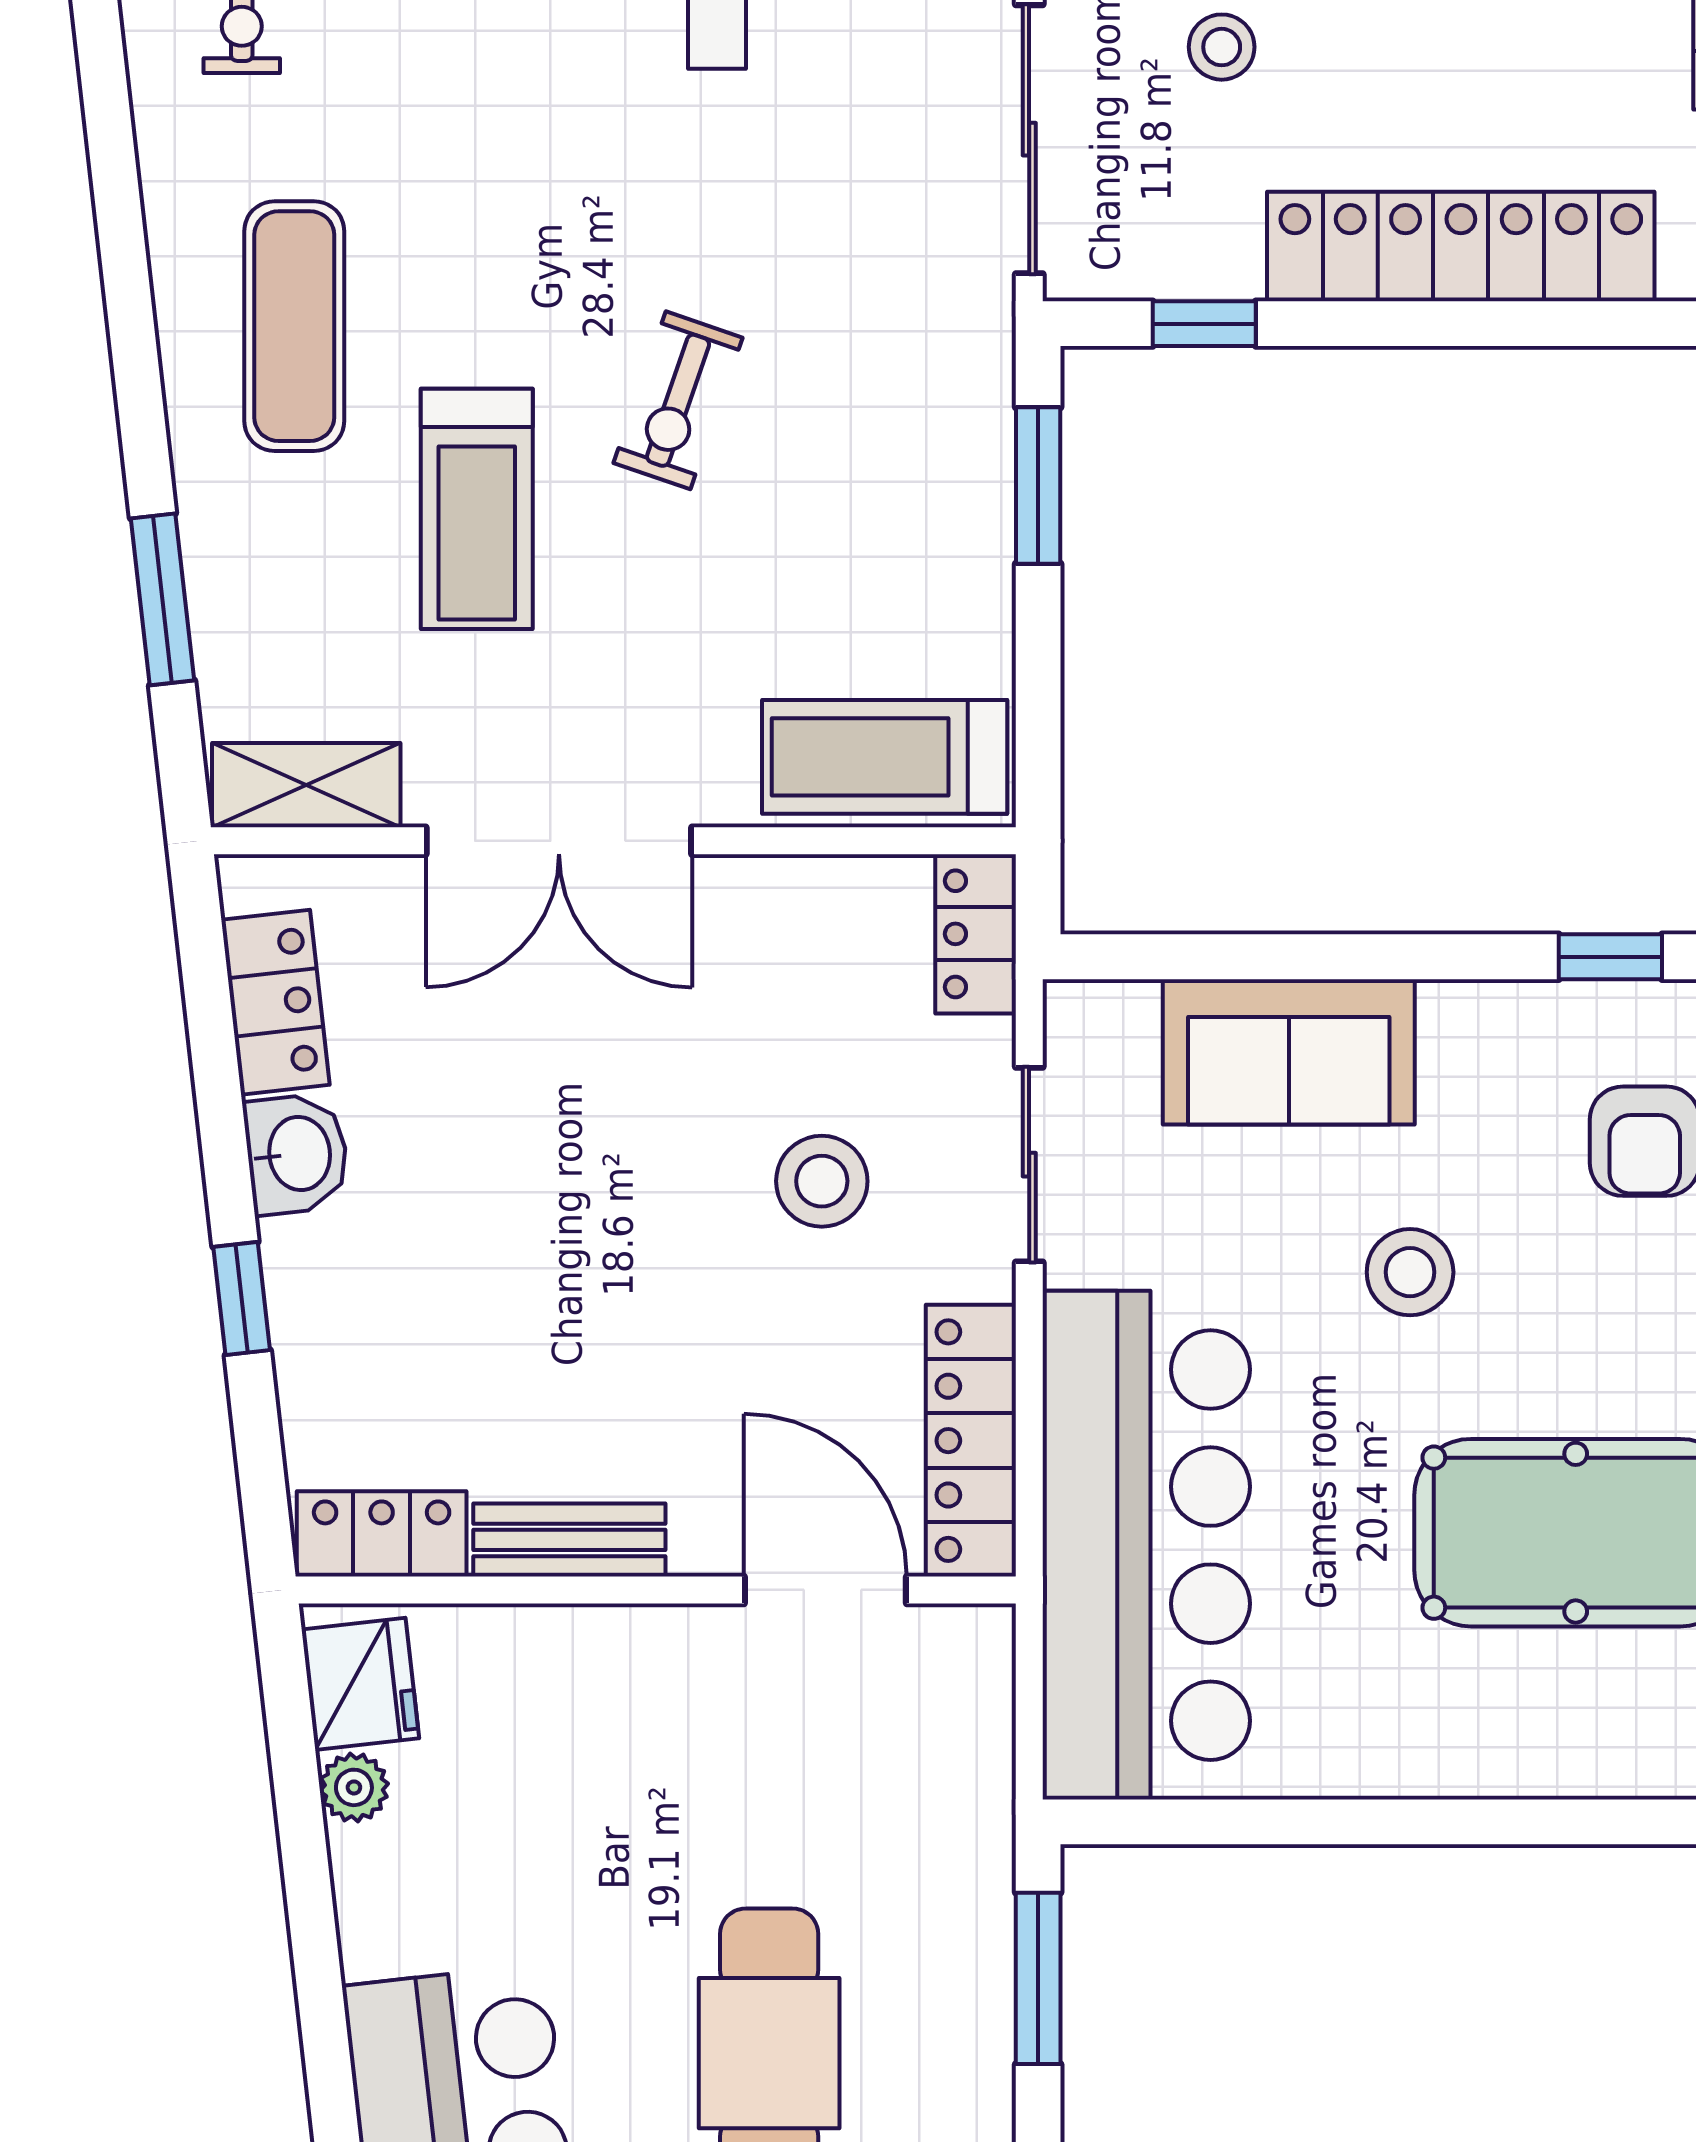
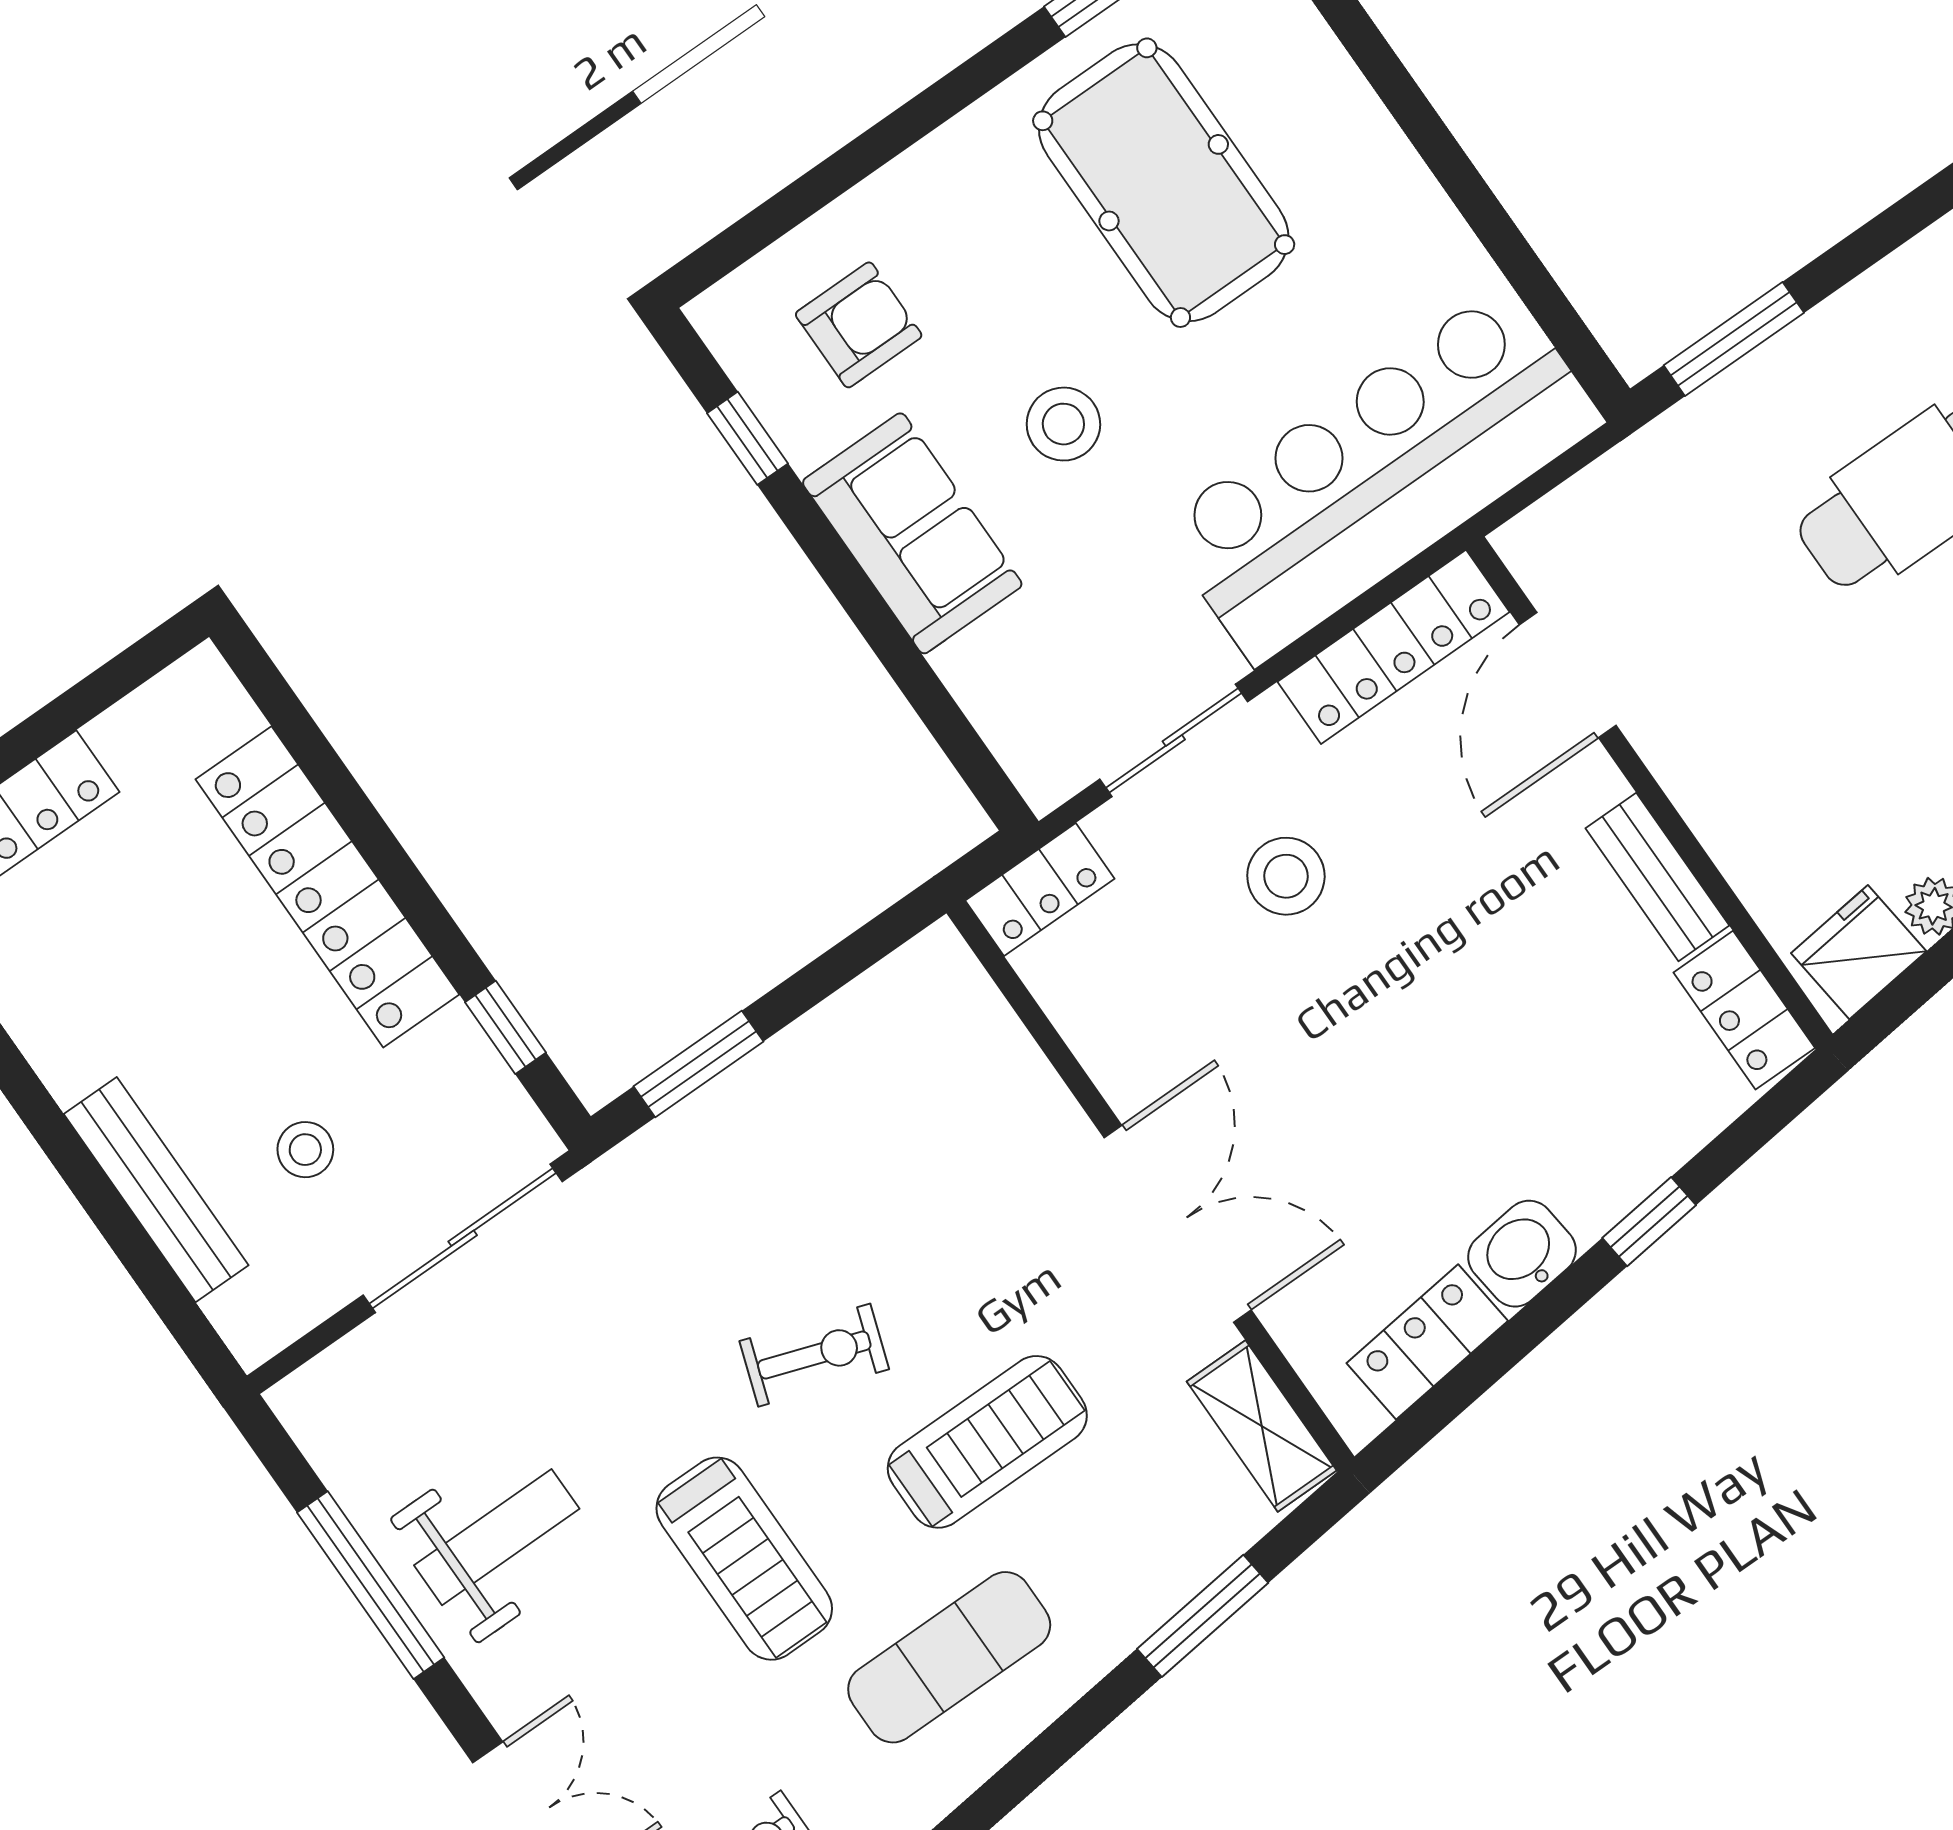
treadmill: (885, 757) -> (744, 1559), moved
sofa: (1289, 1052) -> (912, 533), moved

